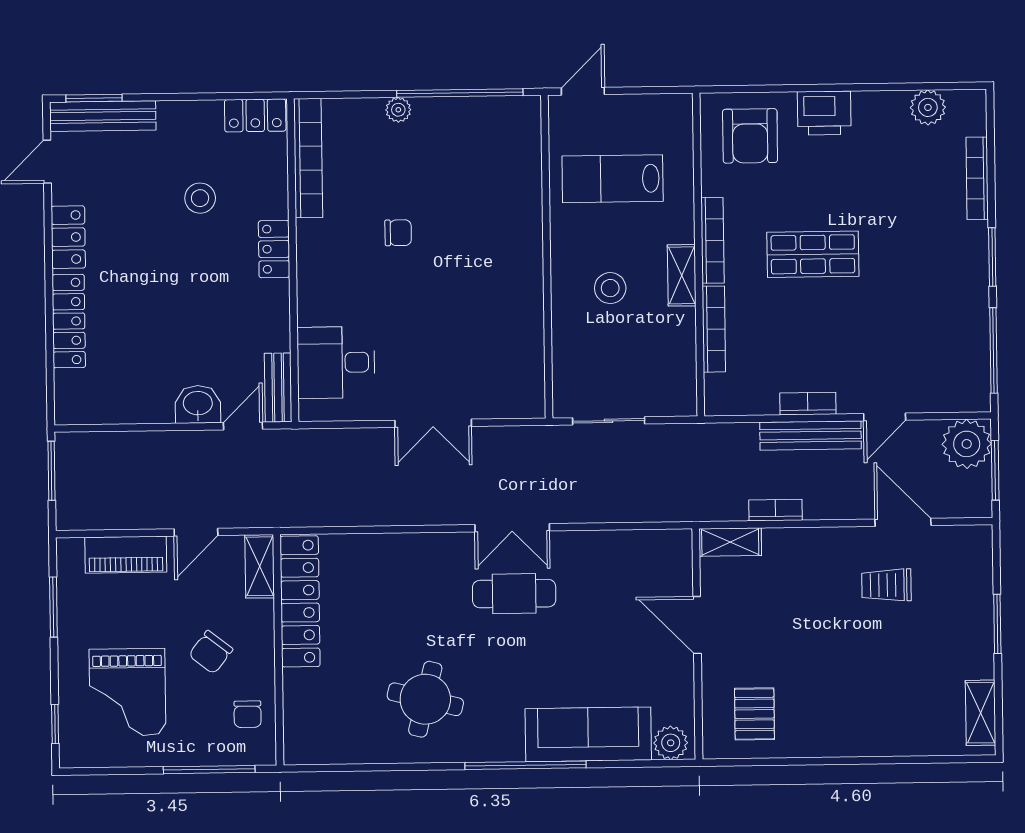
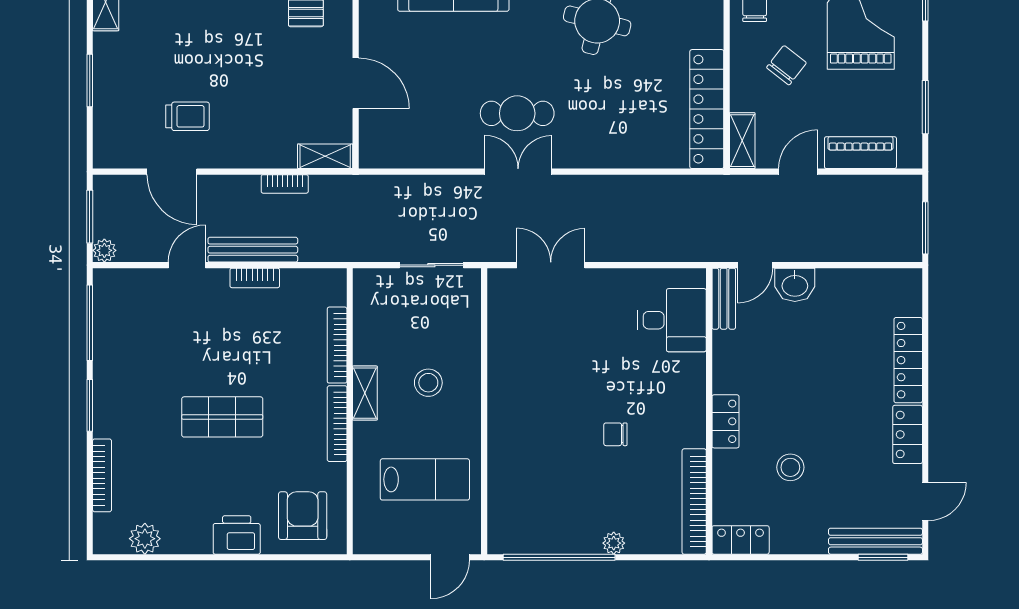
shop shelf: (813, 254) -> (222, 417), moved
double door: (433, 423) -> (551, 265), moved
plant: (967, 444) -> (104, 250), width x0.53, depth x0.53

